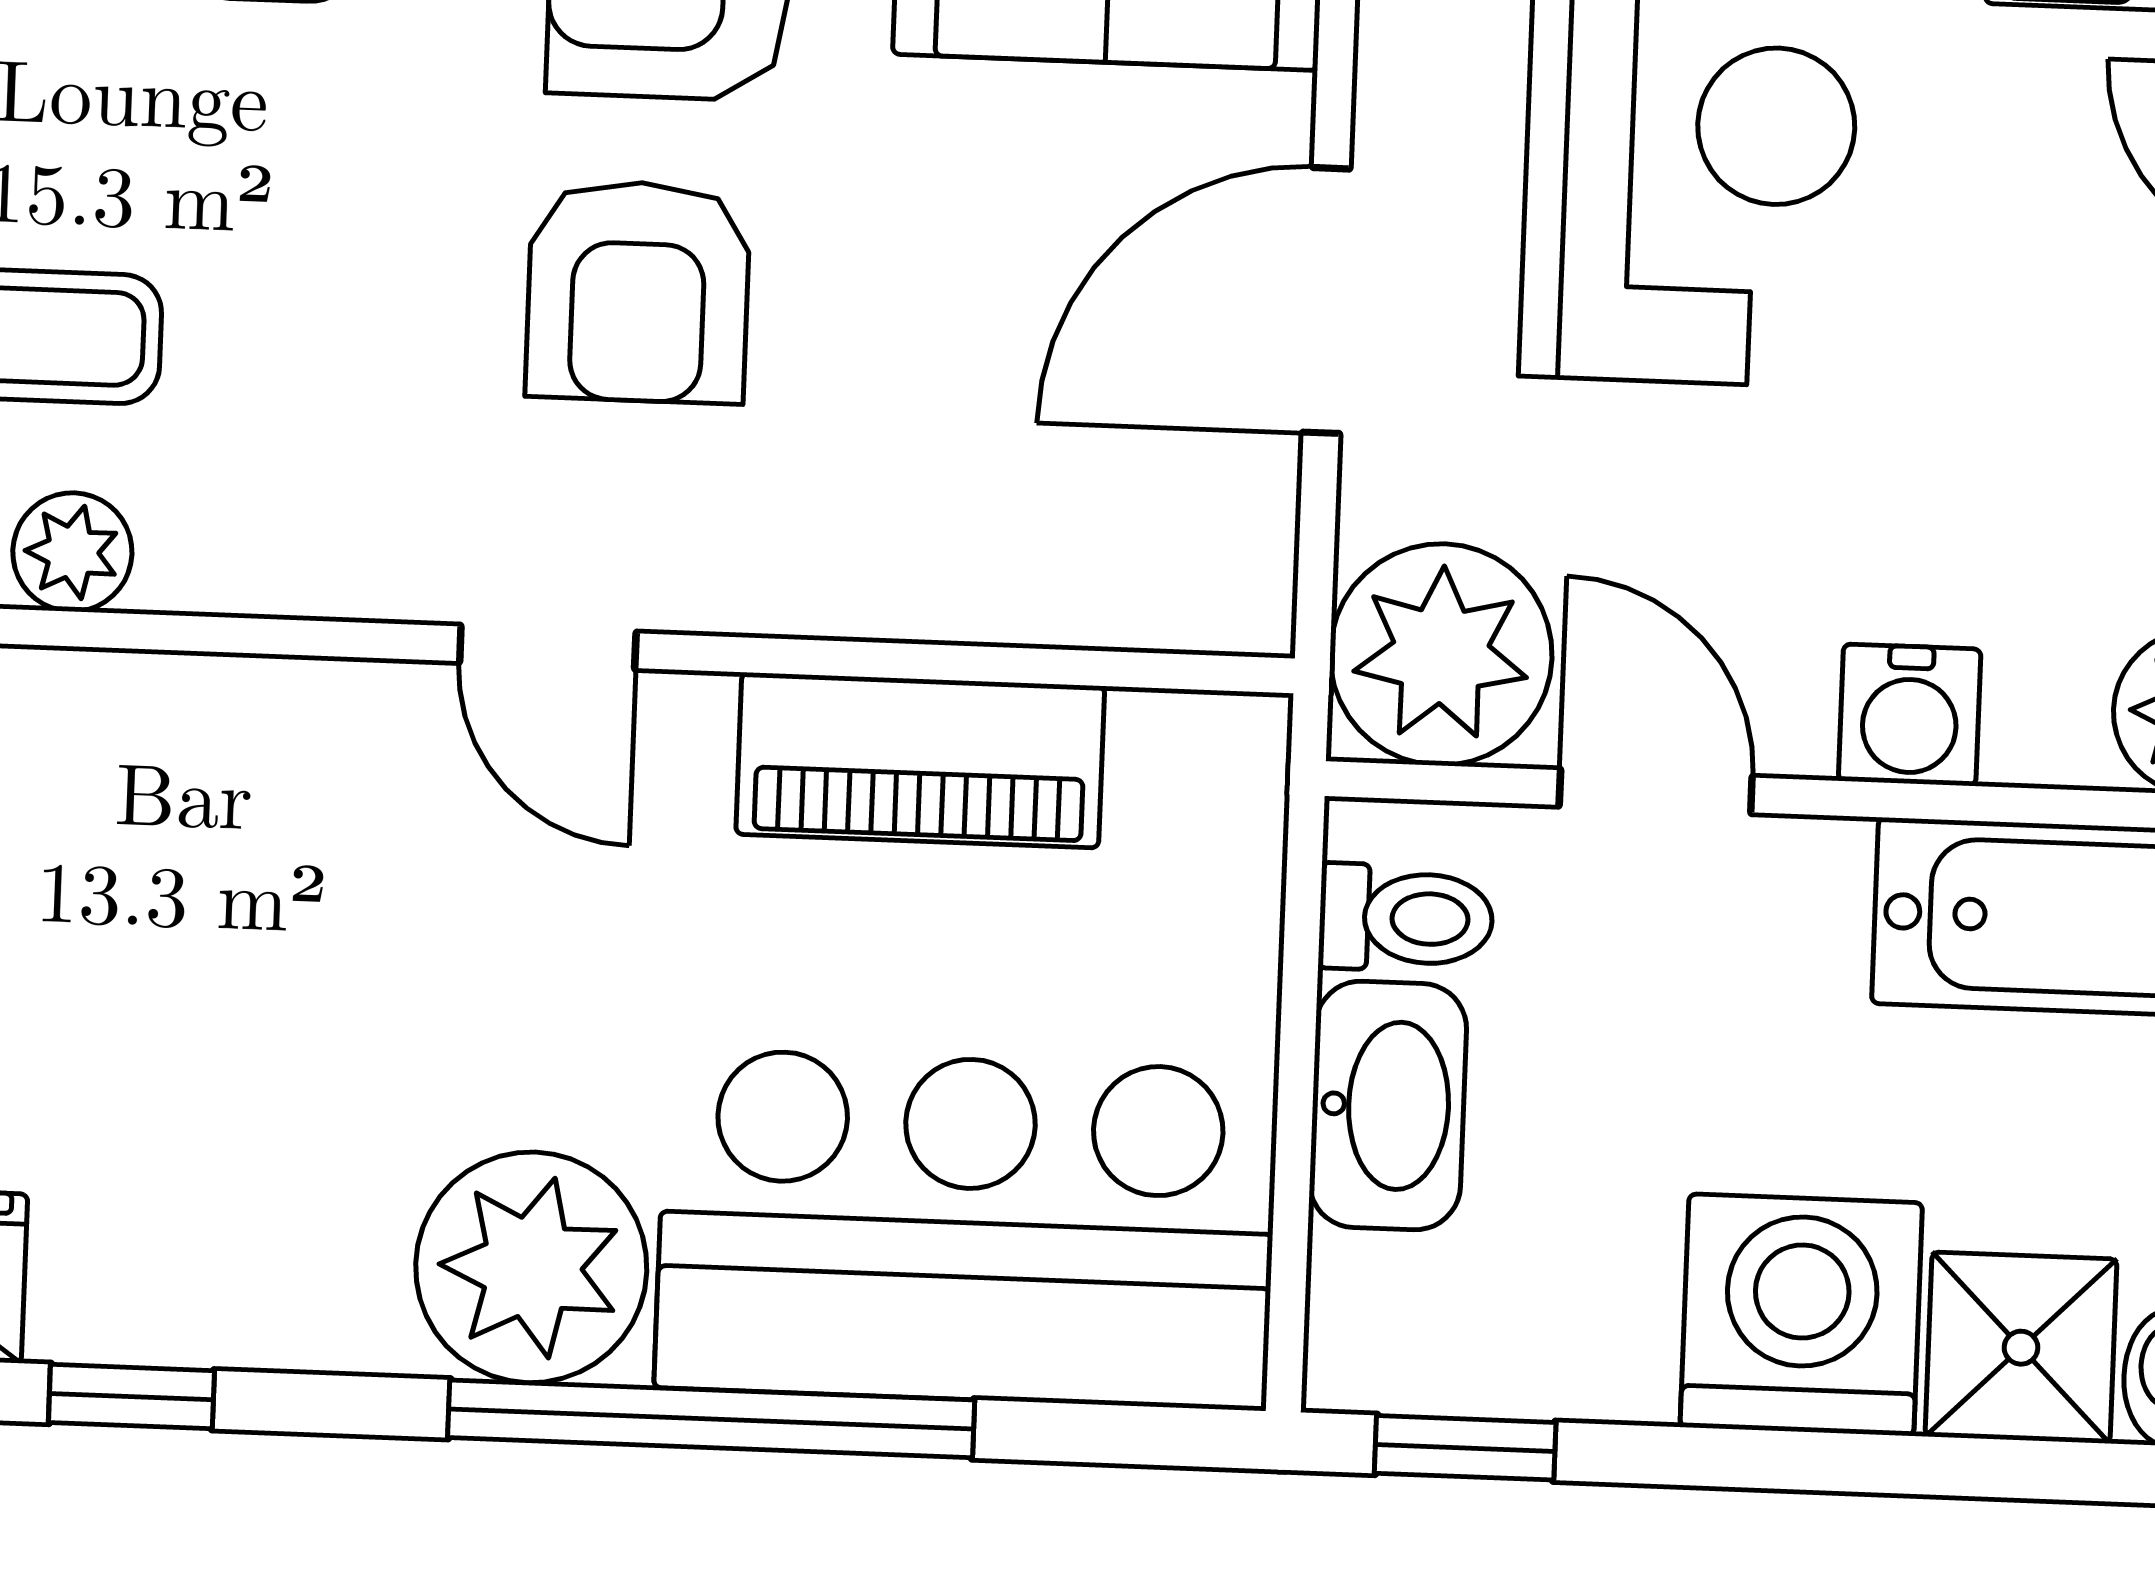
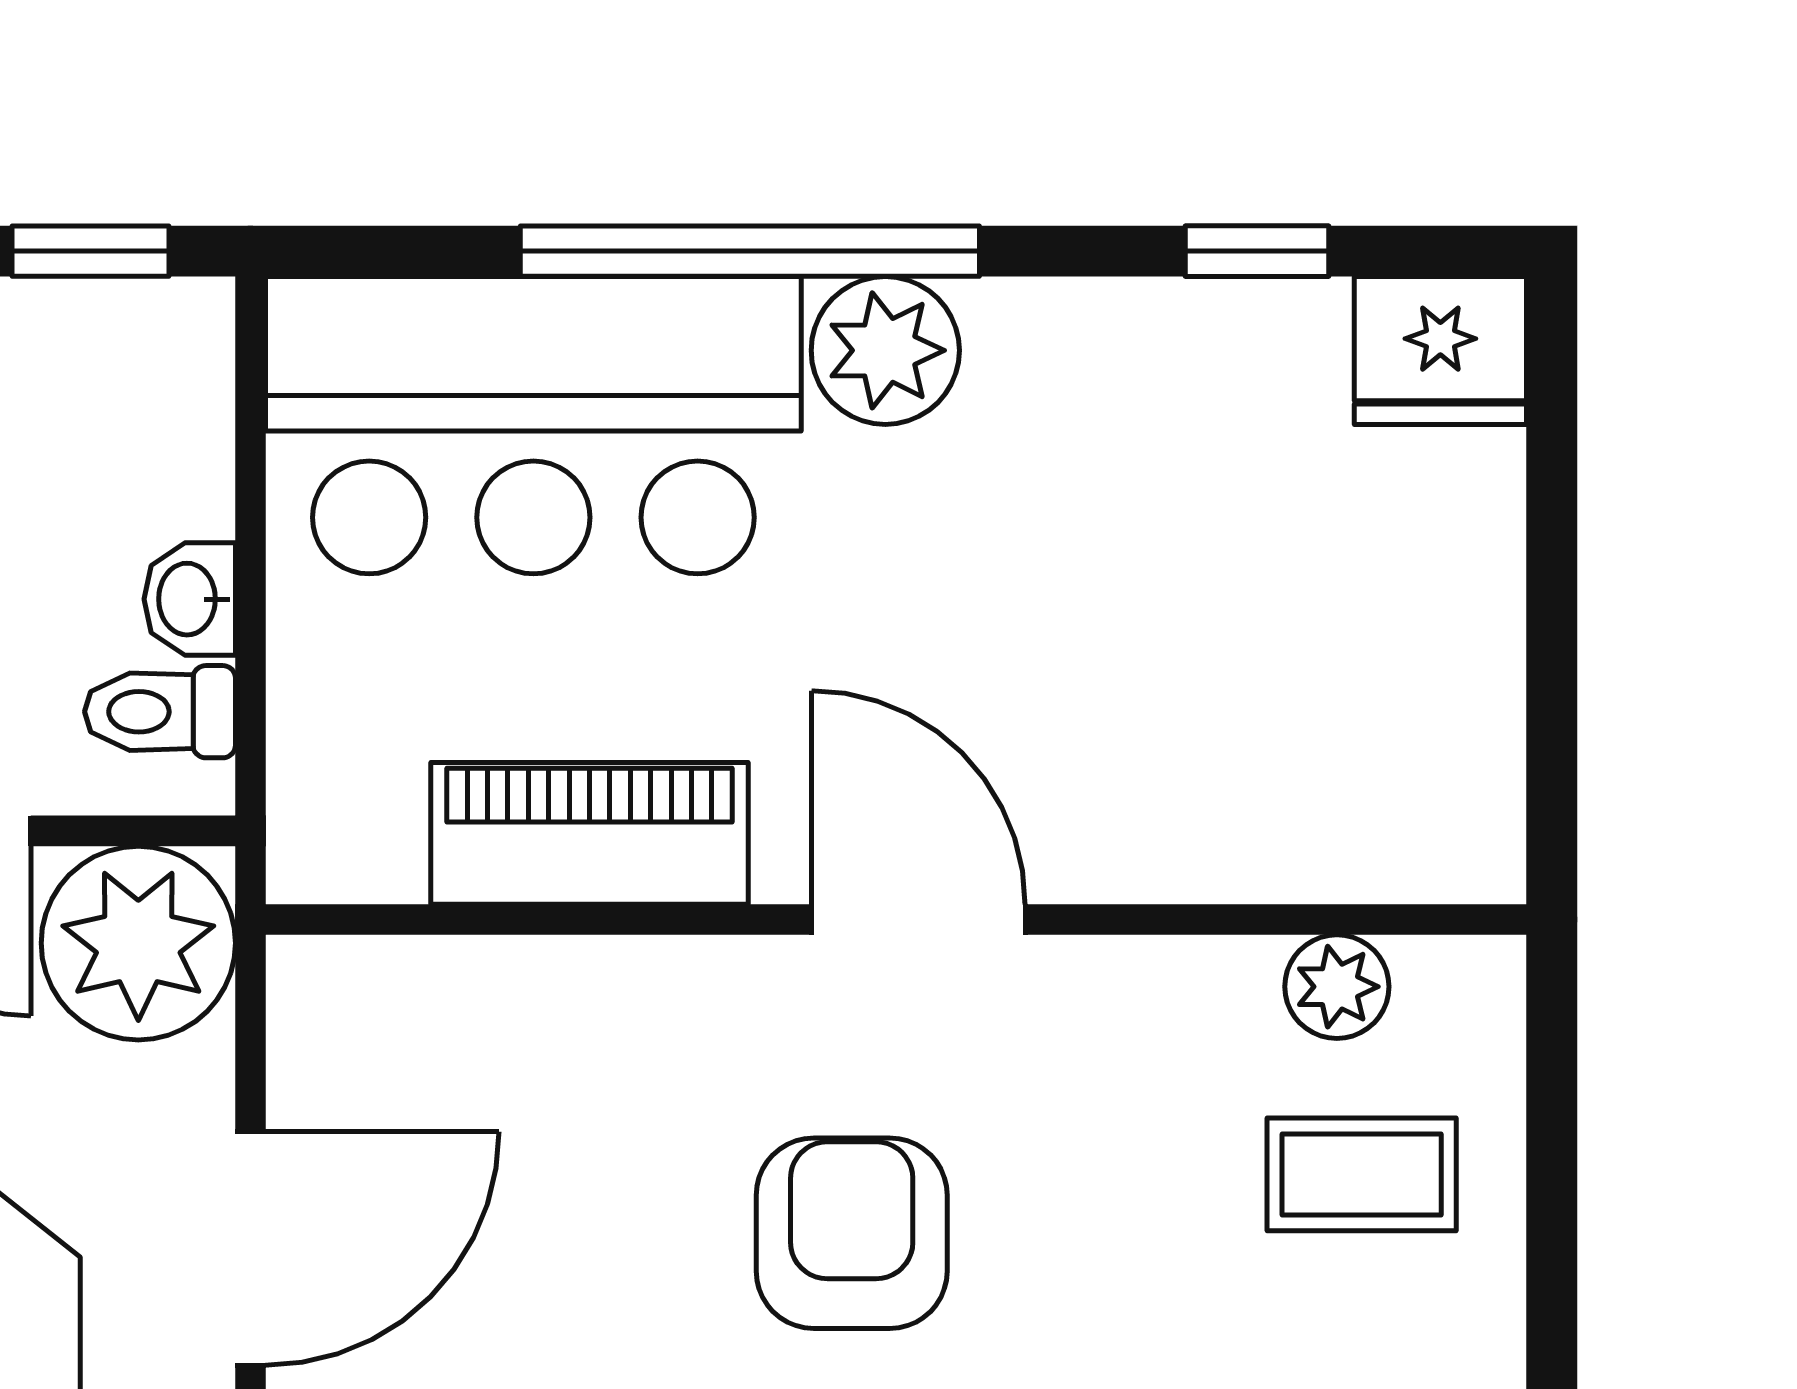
door: (548, 647) -> (918, 920), width x1.38
washbasin: (1388, 1105) -> (190, 599), width x0.52, depth x0.69
plant: (531, 1267) -> (885, 350), width x0.73, depth x0.73

